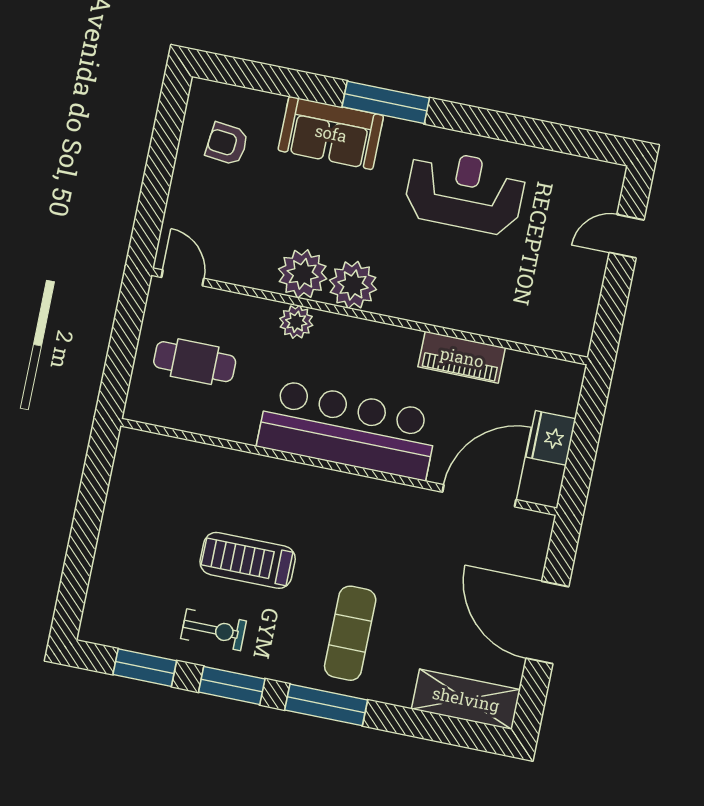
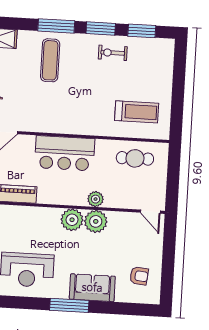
cafe table: (195, 362) -> (135, 158), moved
bar counter: (348, 430) -> (65, 153), width x0.73
treadmill: (248, 560) -> (137, 112), moved

